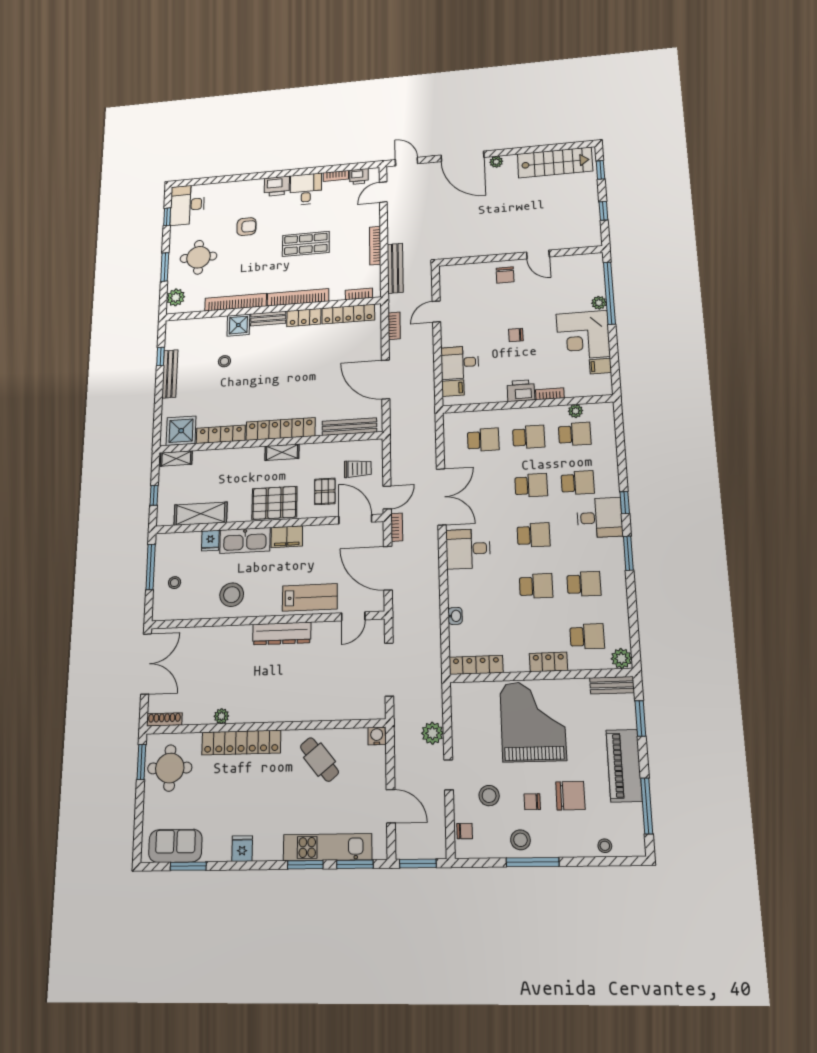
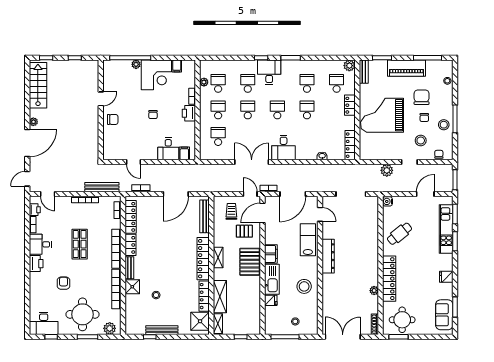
round table: (198, 257) -> (82, 314), width x1.36, depth x1.36
shelving: (200, 514) -> (220, 297), moved

